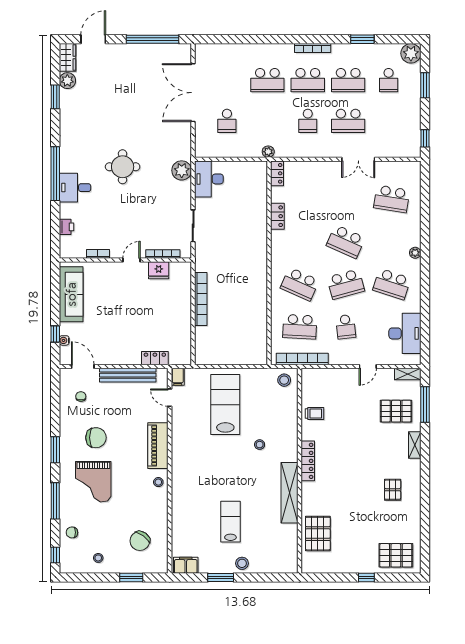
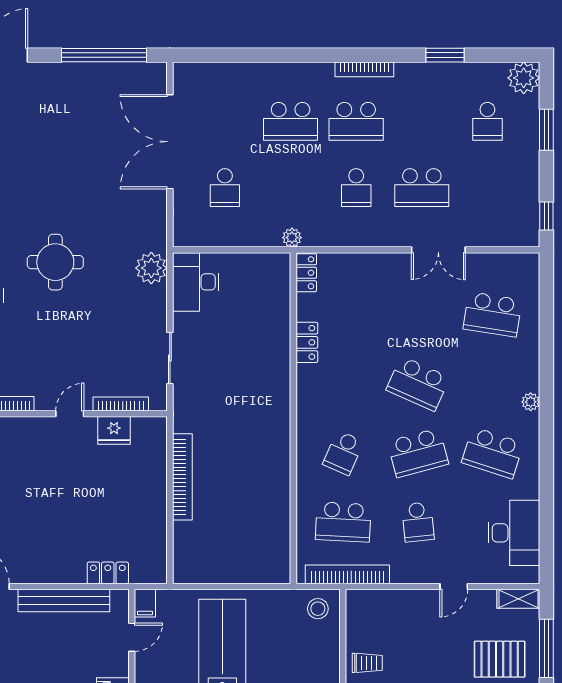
school desk: (348, 80) -> (422, 121), removed
school desk: (300, 284) -> (343, 453), width x0.54
door: (170, 398) -> (132, 637), swing flipped

